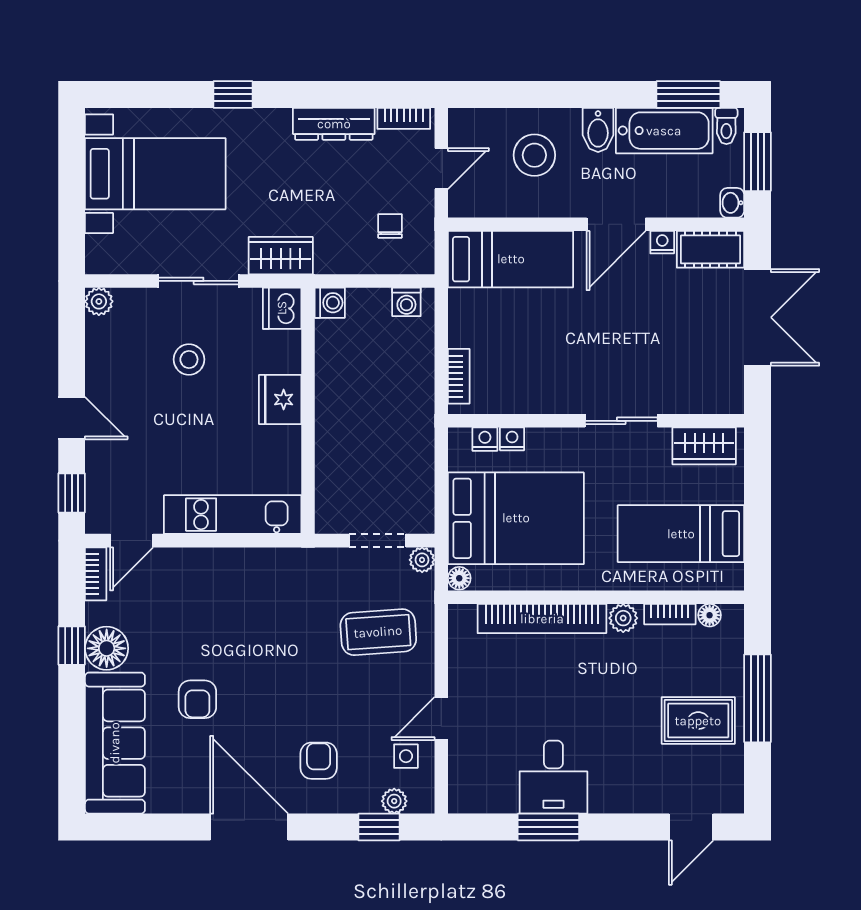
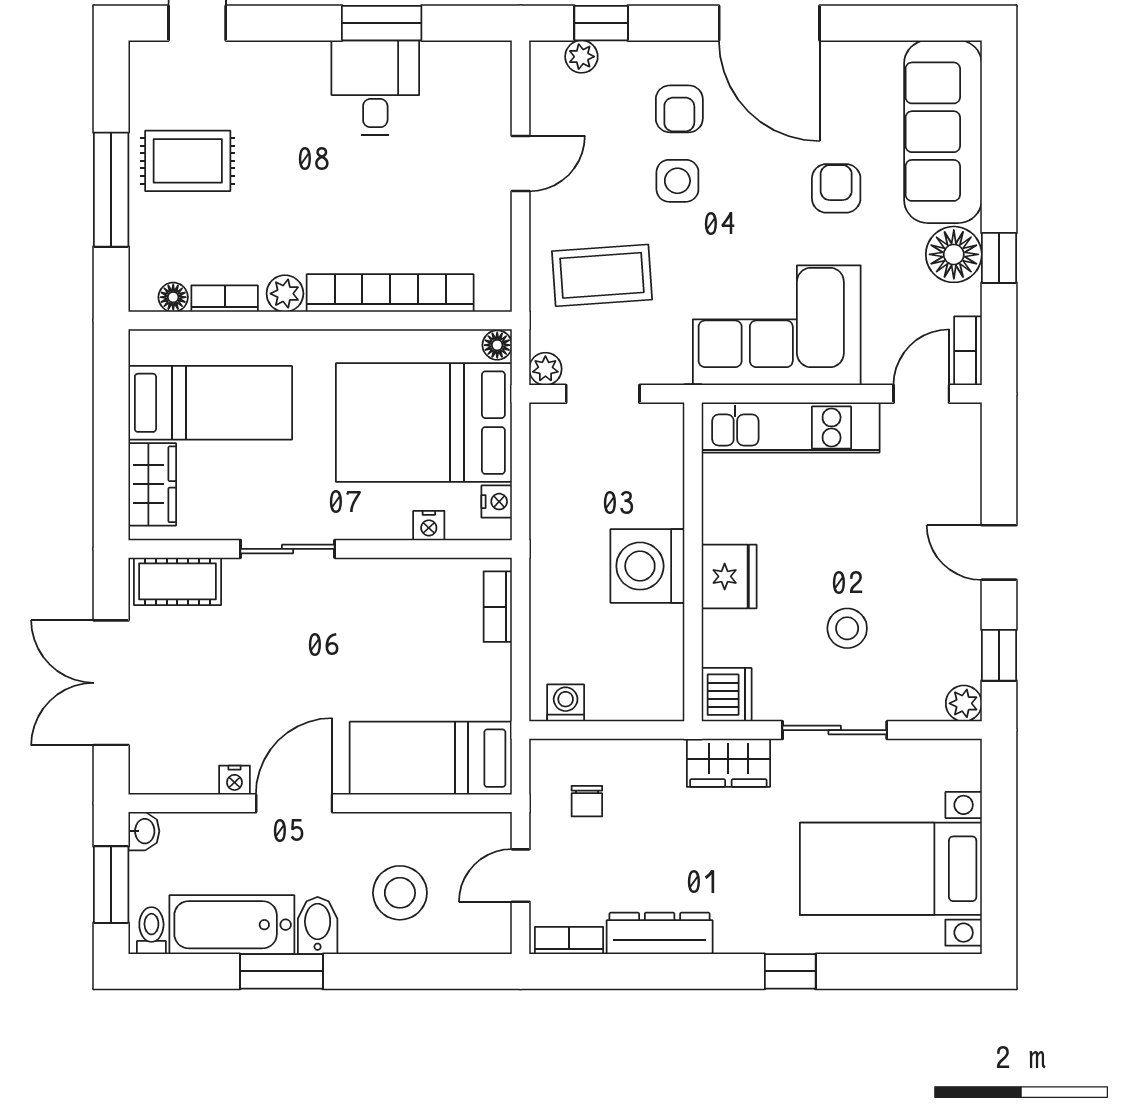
window: (688, 94) -> (281, 971), moved
cot: (710, 249) -> (177, 581), moved
washing machine: (330, 303) -> (647, 566), moved, width x1.89, depth x1.89
nightstand: (485, 439) -> (497, 502), moved, turned -90
wardrobe: (704, 446) -> (152, 484), moved, turned 90
window: (72, 493) -> (999, 655), moved
corner sofa: (243, 594) -> (777, 325), added
side table: (406, 756) -> (677, 181), moved, width x1.37, depth x1.37

